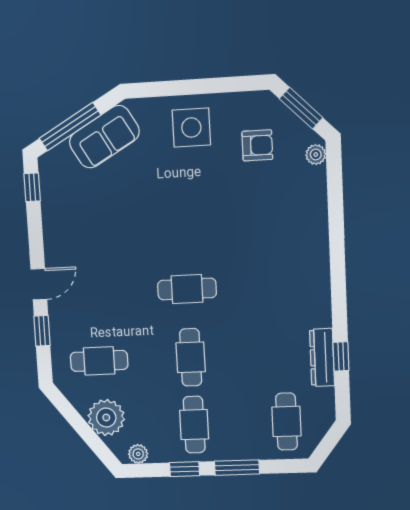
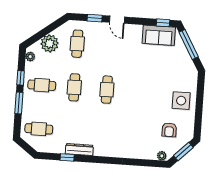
sofa: (104, 137) -> (159, 35), moved, turned -60
cafe table: (191, 357) -> (74, 87), turned 90
dresser: (322, 357) -> (79, 149), moved

